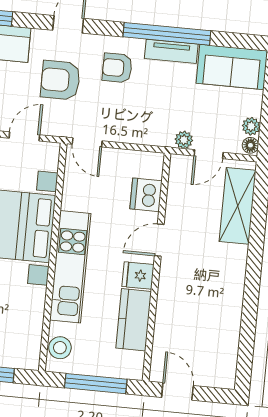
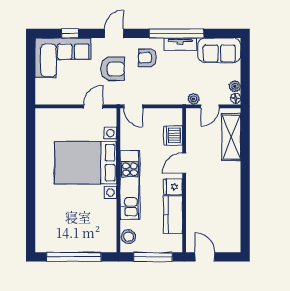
armchair: (60, 80) -> (113, 69), turned 180

